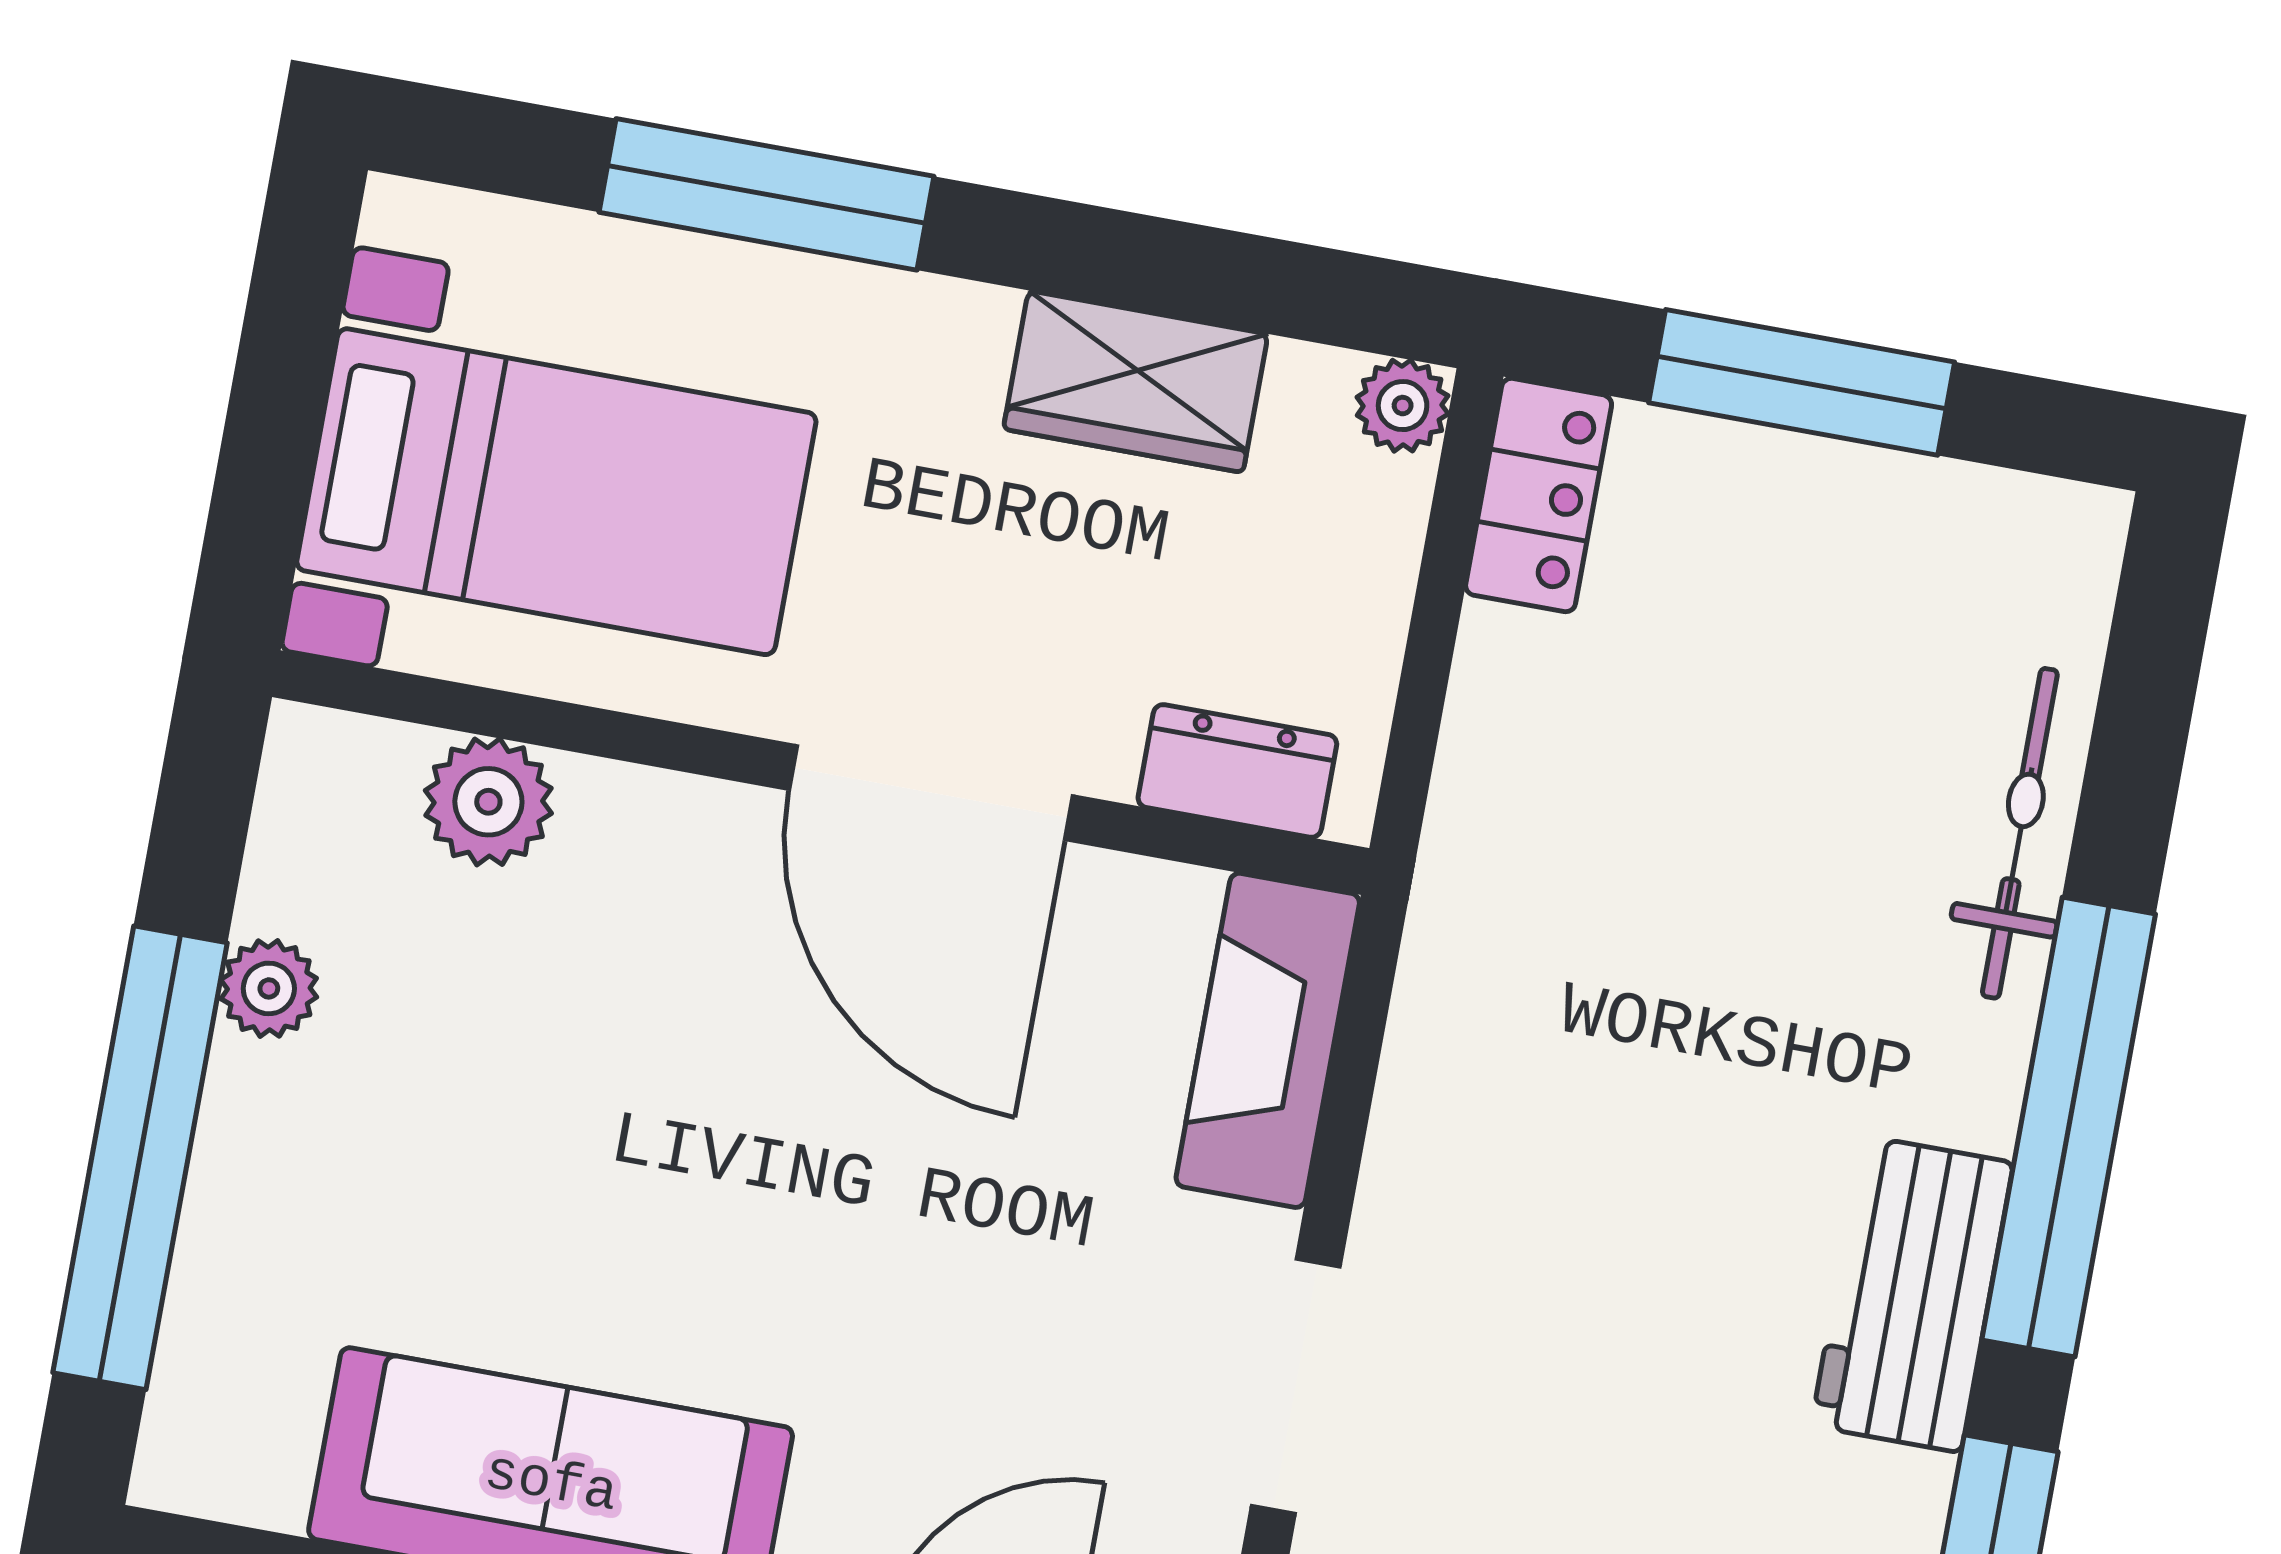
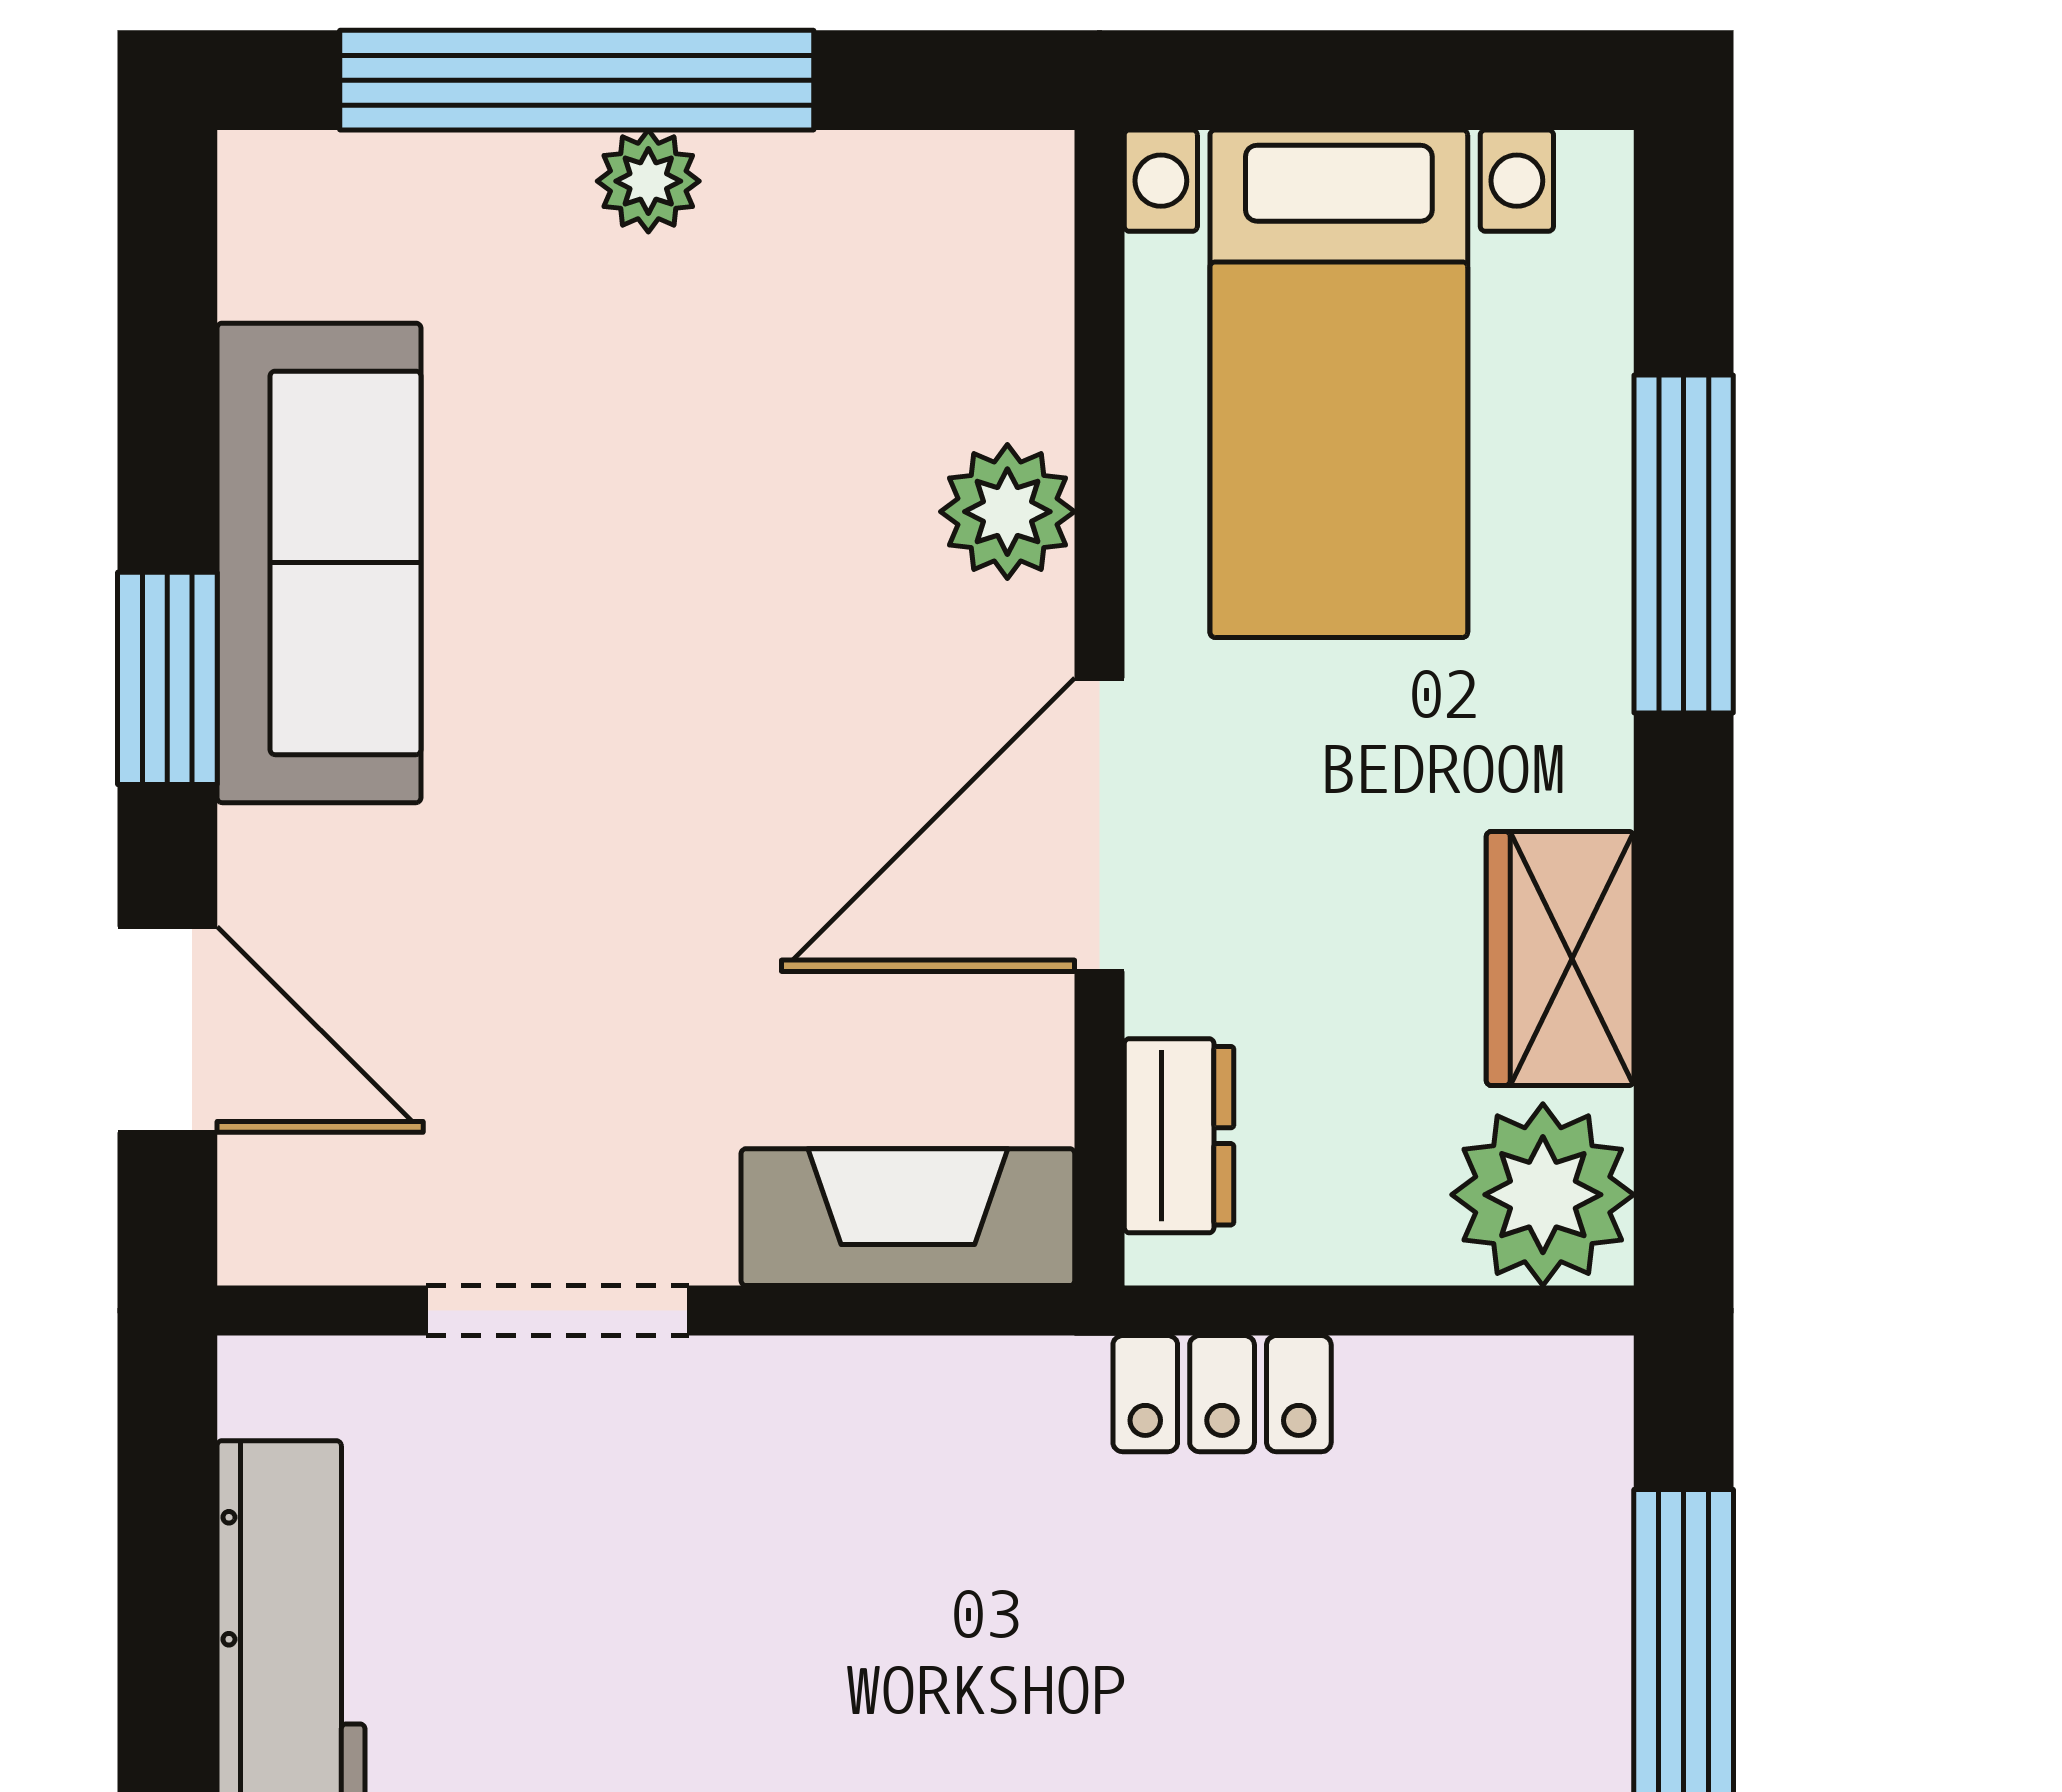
plant: (1403, 406) -> (1543, 1195), width x1.88, depth x1.88
locker: (1539, 495) -> (1222, 1394), moved
plant: (488, 802) -> (1007, 512), moved
plant: (269, 988) -> (648, 181), moved

